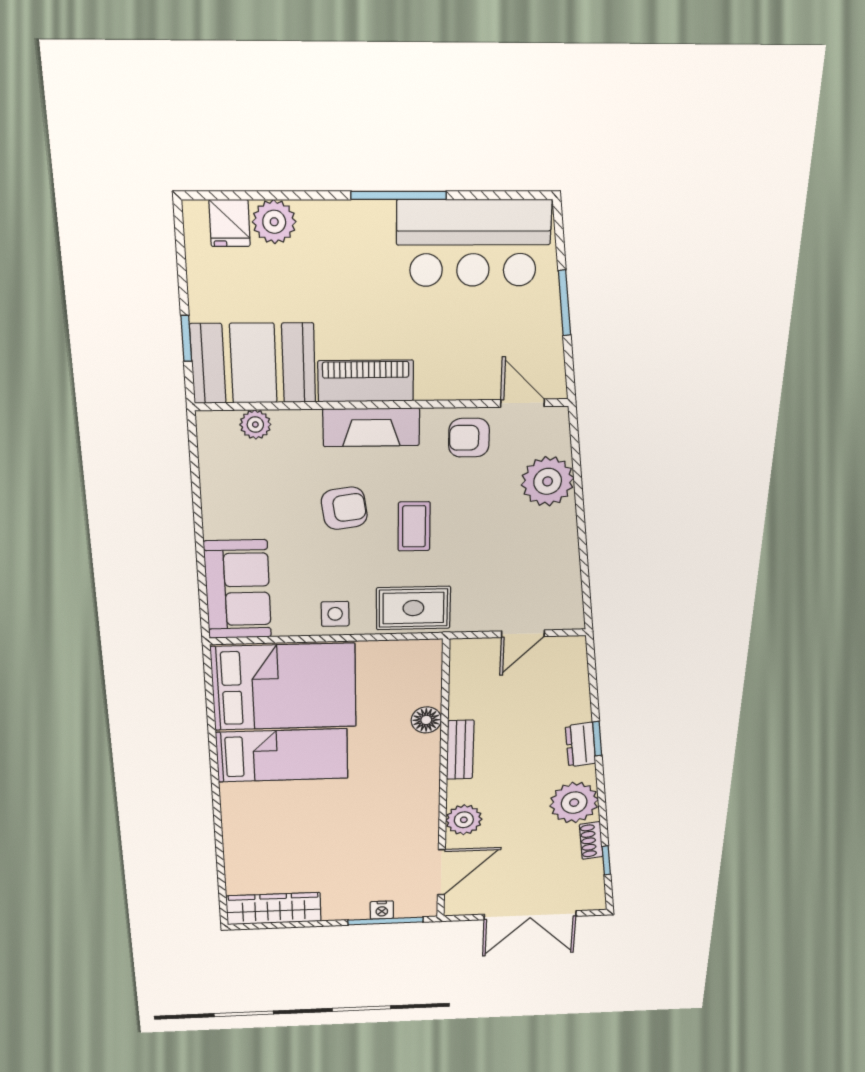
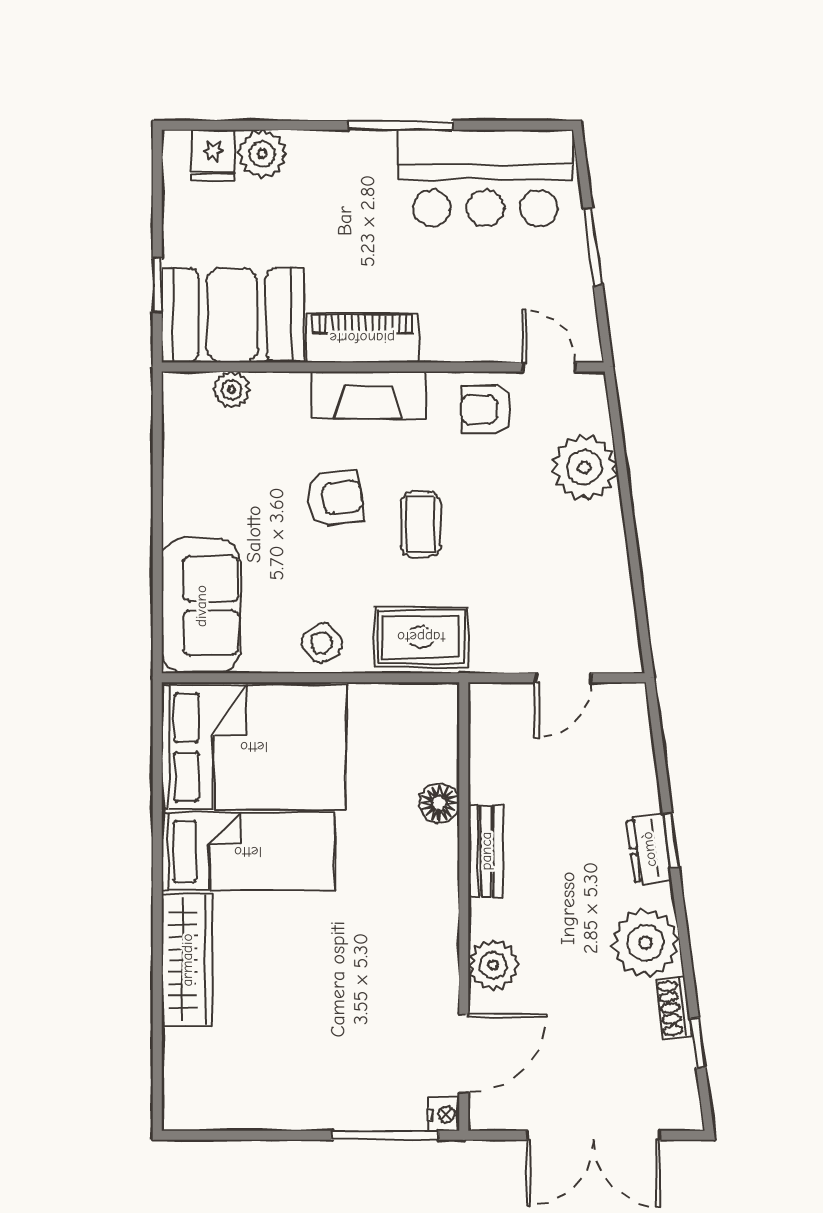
side table: (335, 614) -> (322, 643), turned -37
wardrobe: (274, 909) -> (187, 960), moved, turned 90
nightstand: (382, 910) -> (444, 1114), moved, turned -90

